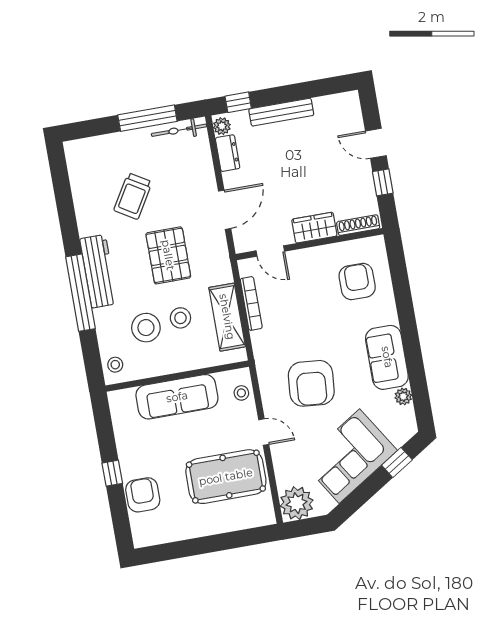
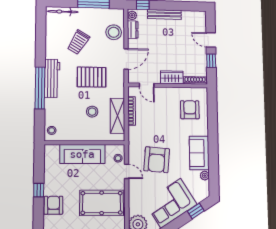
bicycle: (179, 130) -> (63, 12), moved
pallet: (168, 255) -> (92, 77), turned 90
stool: (146, 328) -> (114, 32), moved
door: (264, 432) -> (127, 171), moved

